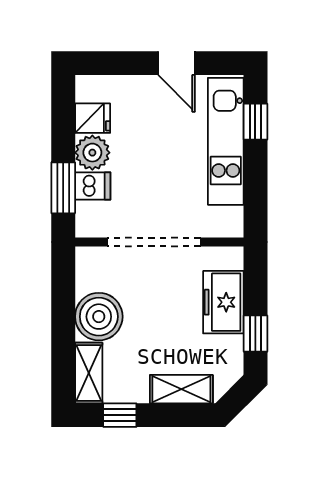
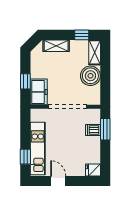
fridge: (93, 118) -> (93, 170), moved
plant: (92, 153) -> (93, 144), removed
freezer: (223, 302) -> (39, 92), moved
window: (255, 334) -> (25, 81), moved

